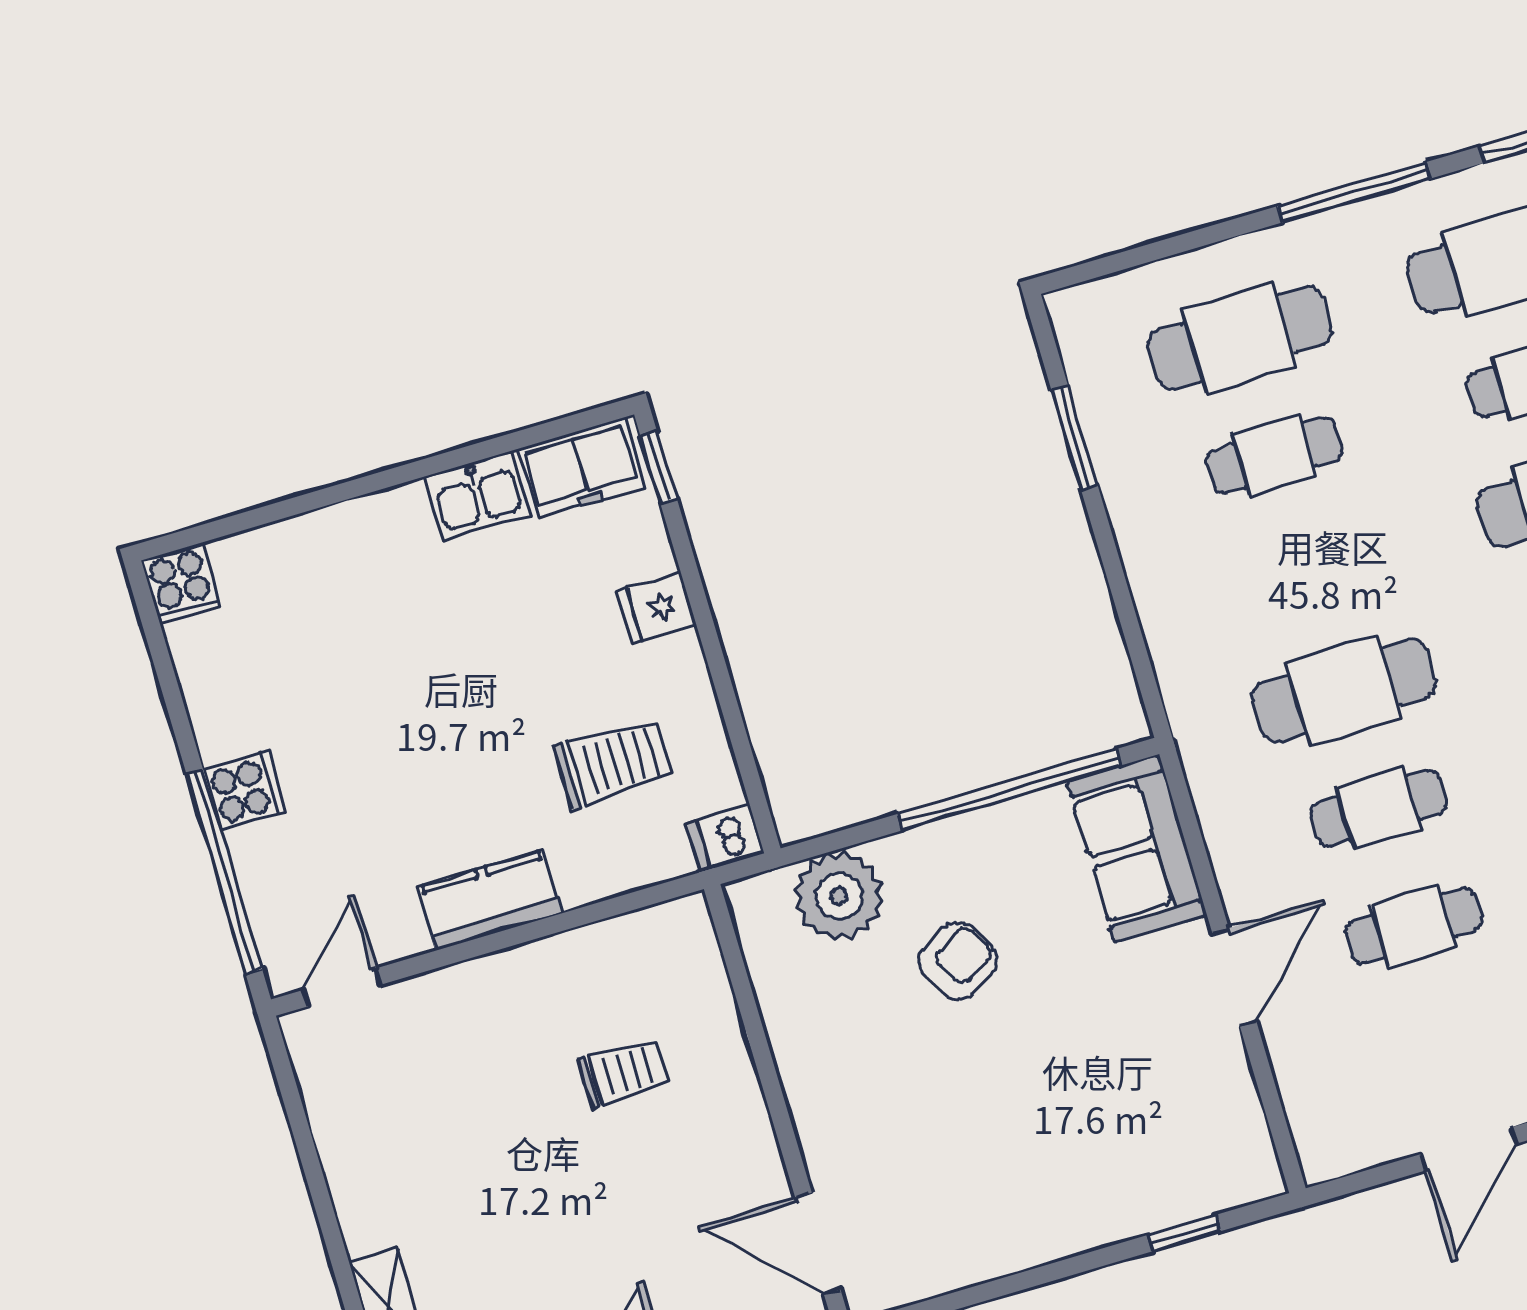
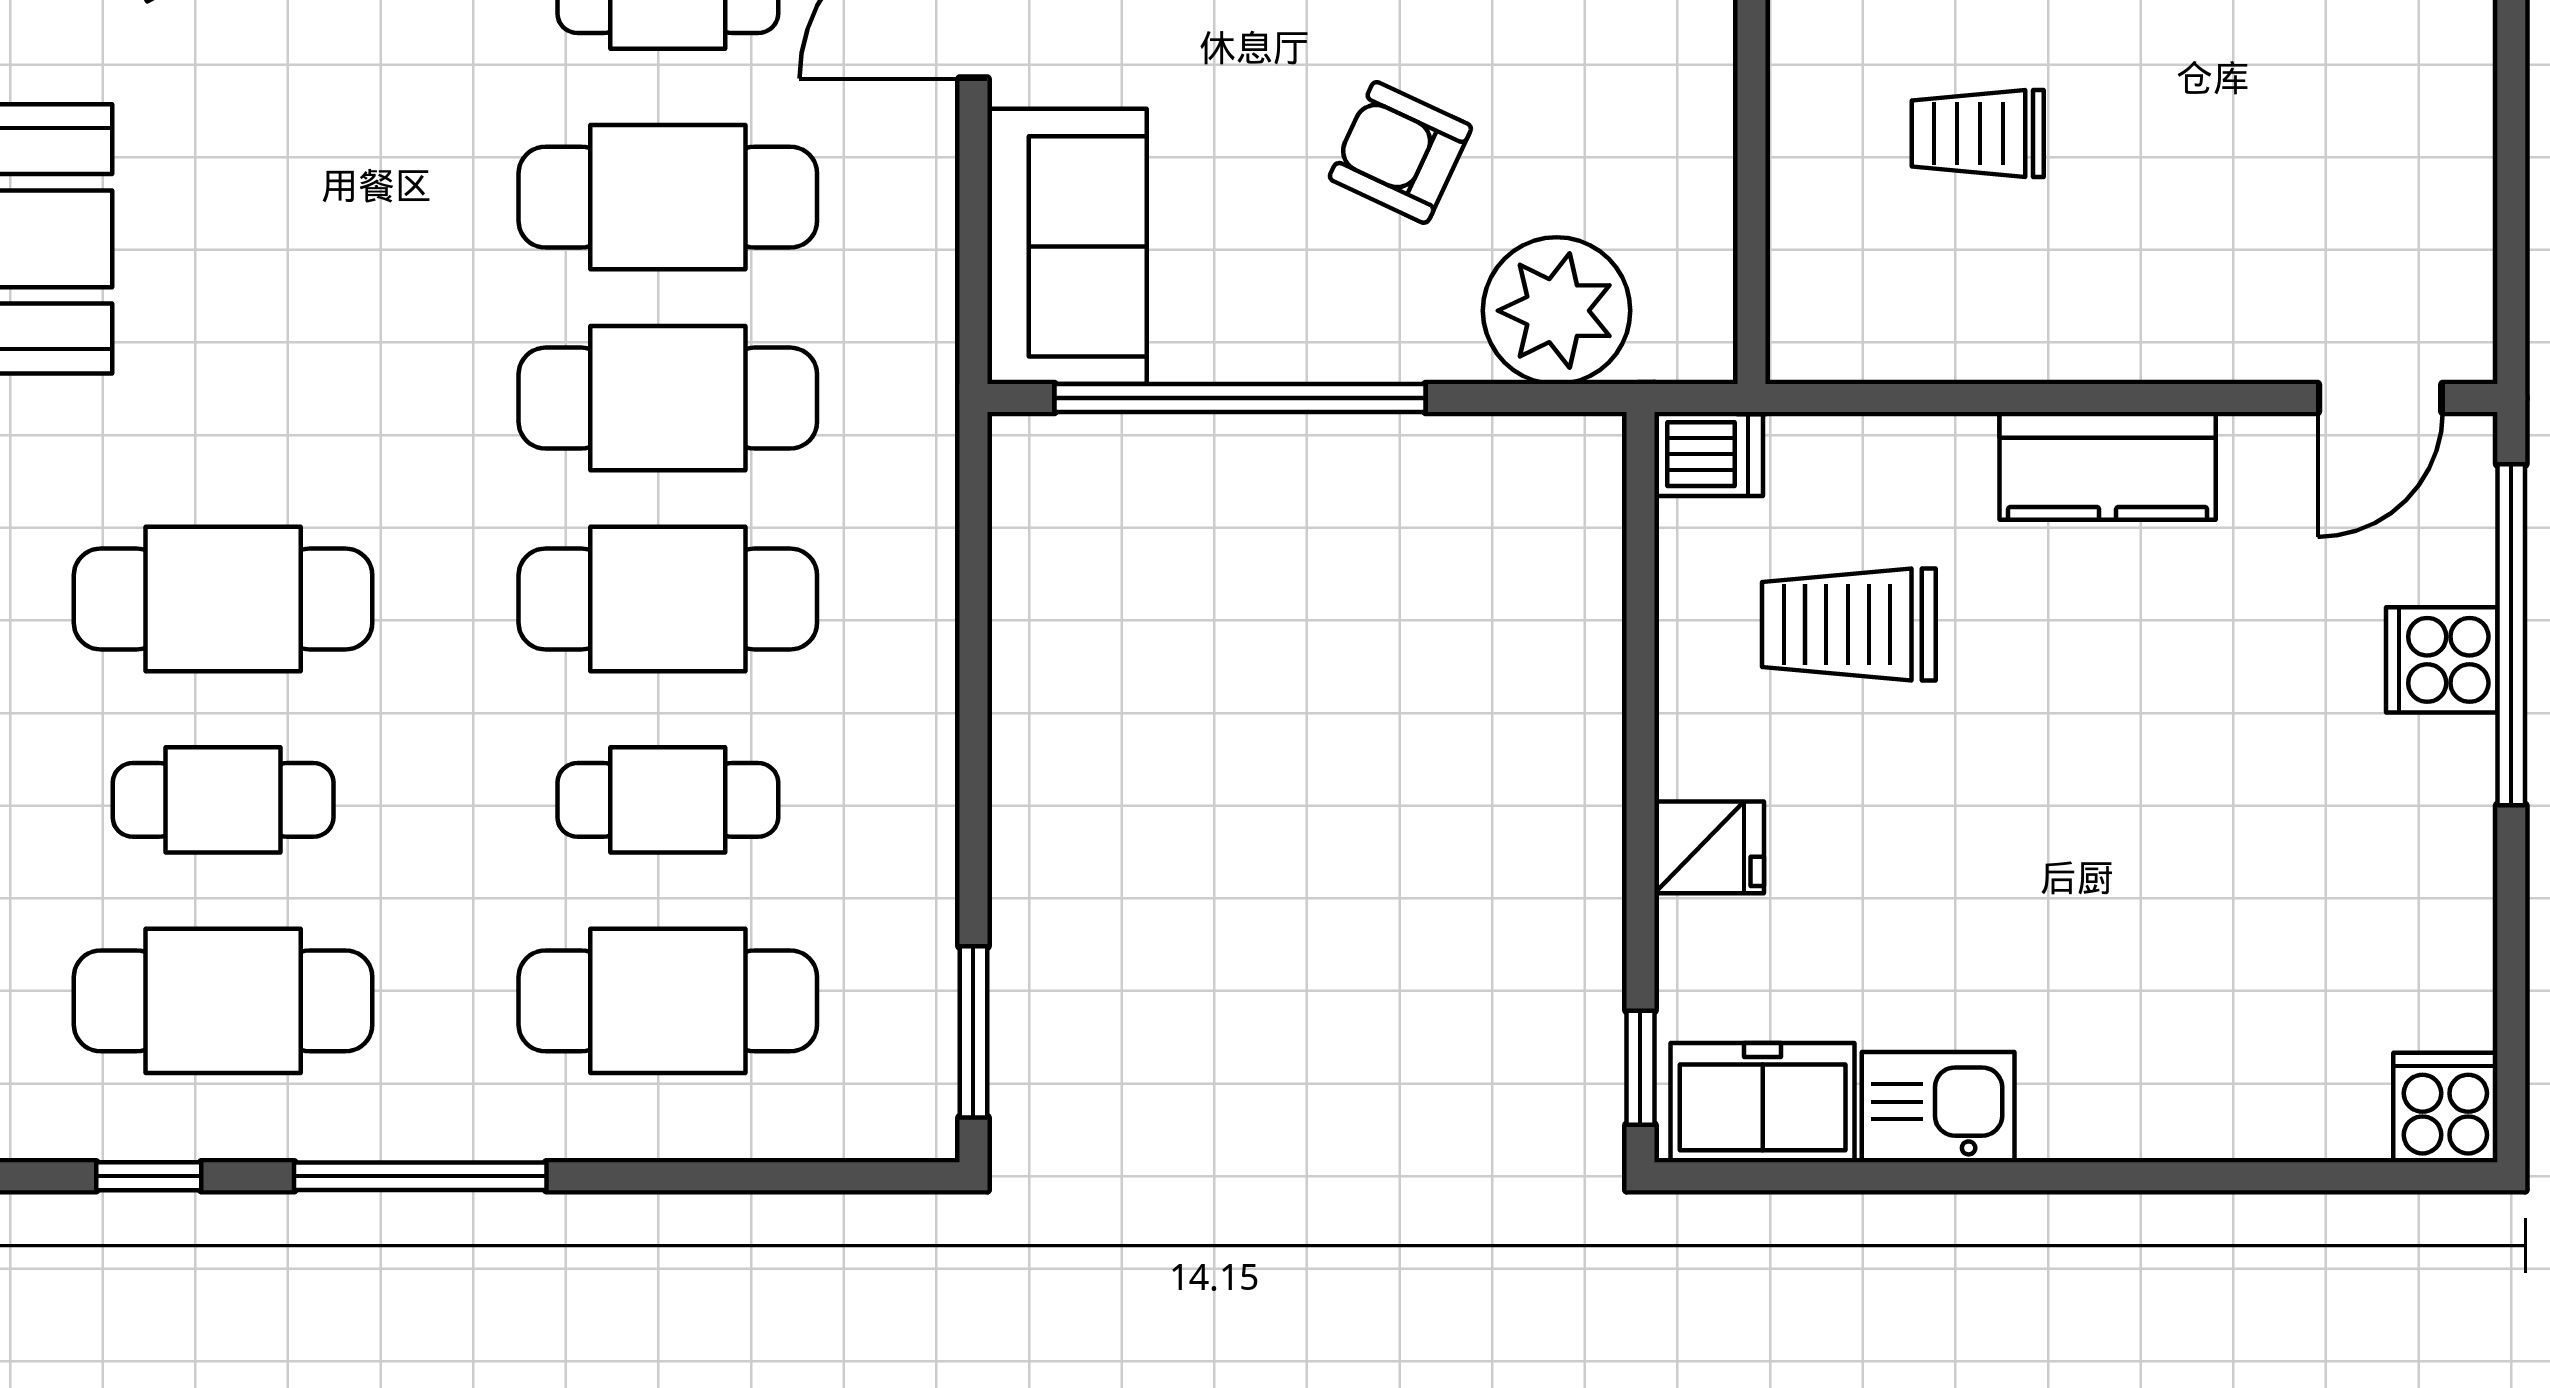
window: (1074, 437) -> (973, 1032), moved
cafe table: (1309, 573) -> (668, 599), added
cooker: (244, 790) -> (2442, 660), moved
cafe table: (1379, 808) -> (668, 197), width x1.37, depth x1.35
armchair: (958, 961) -> (1400, 152), turned 55

